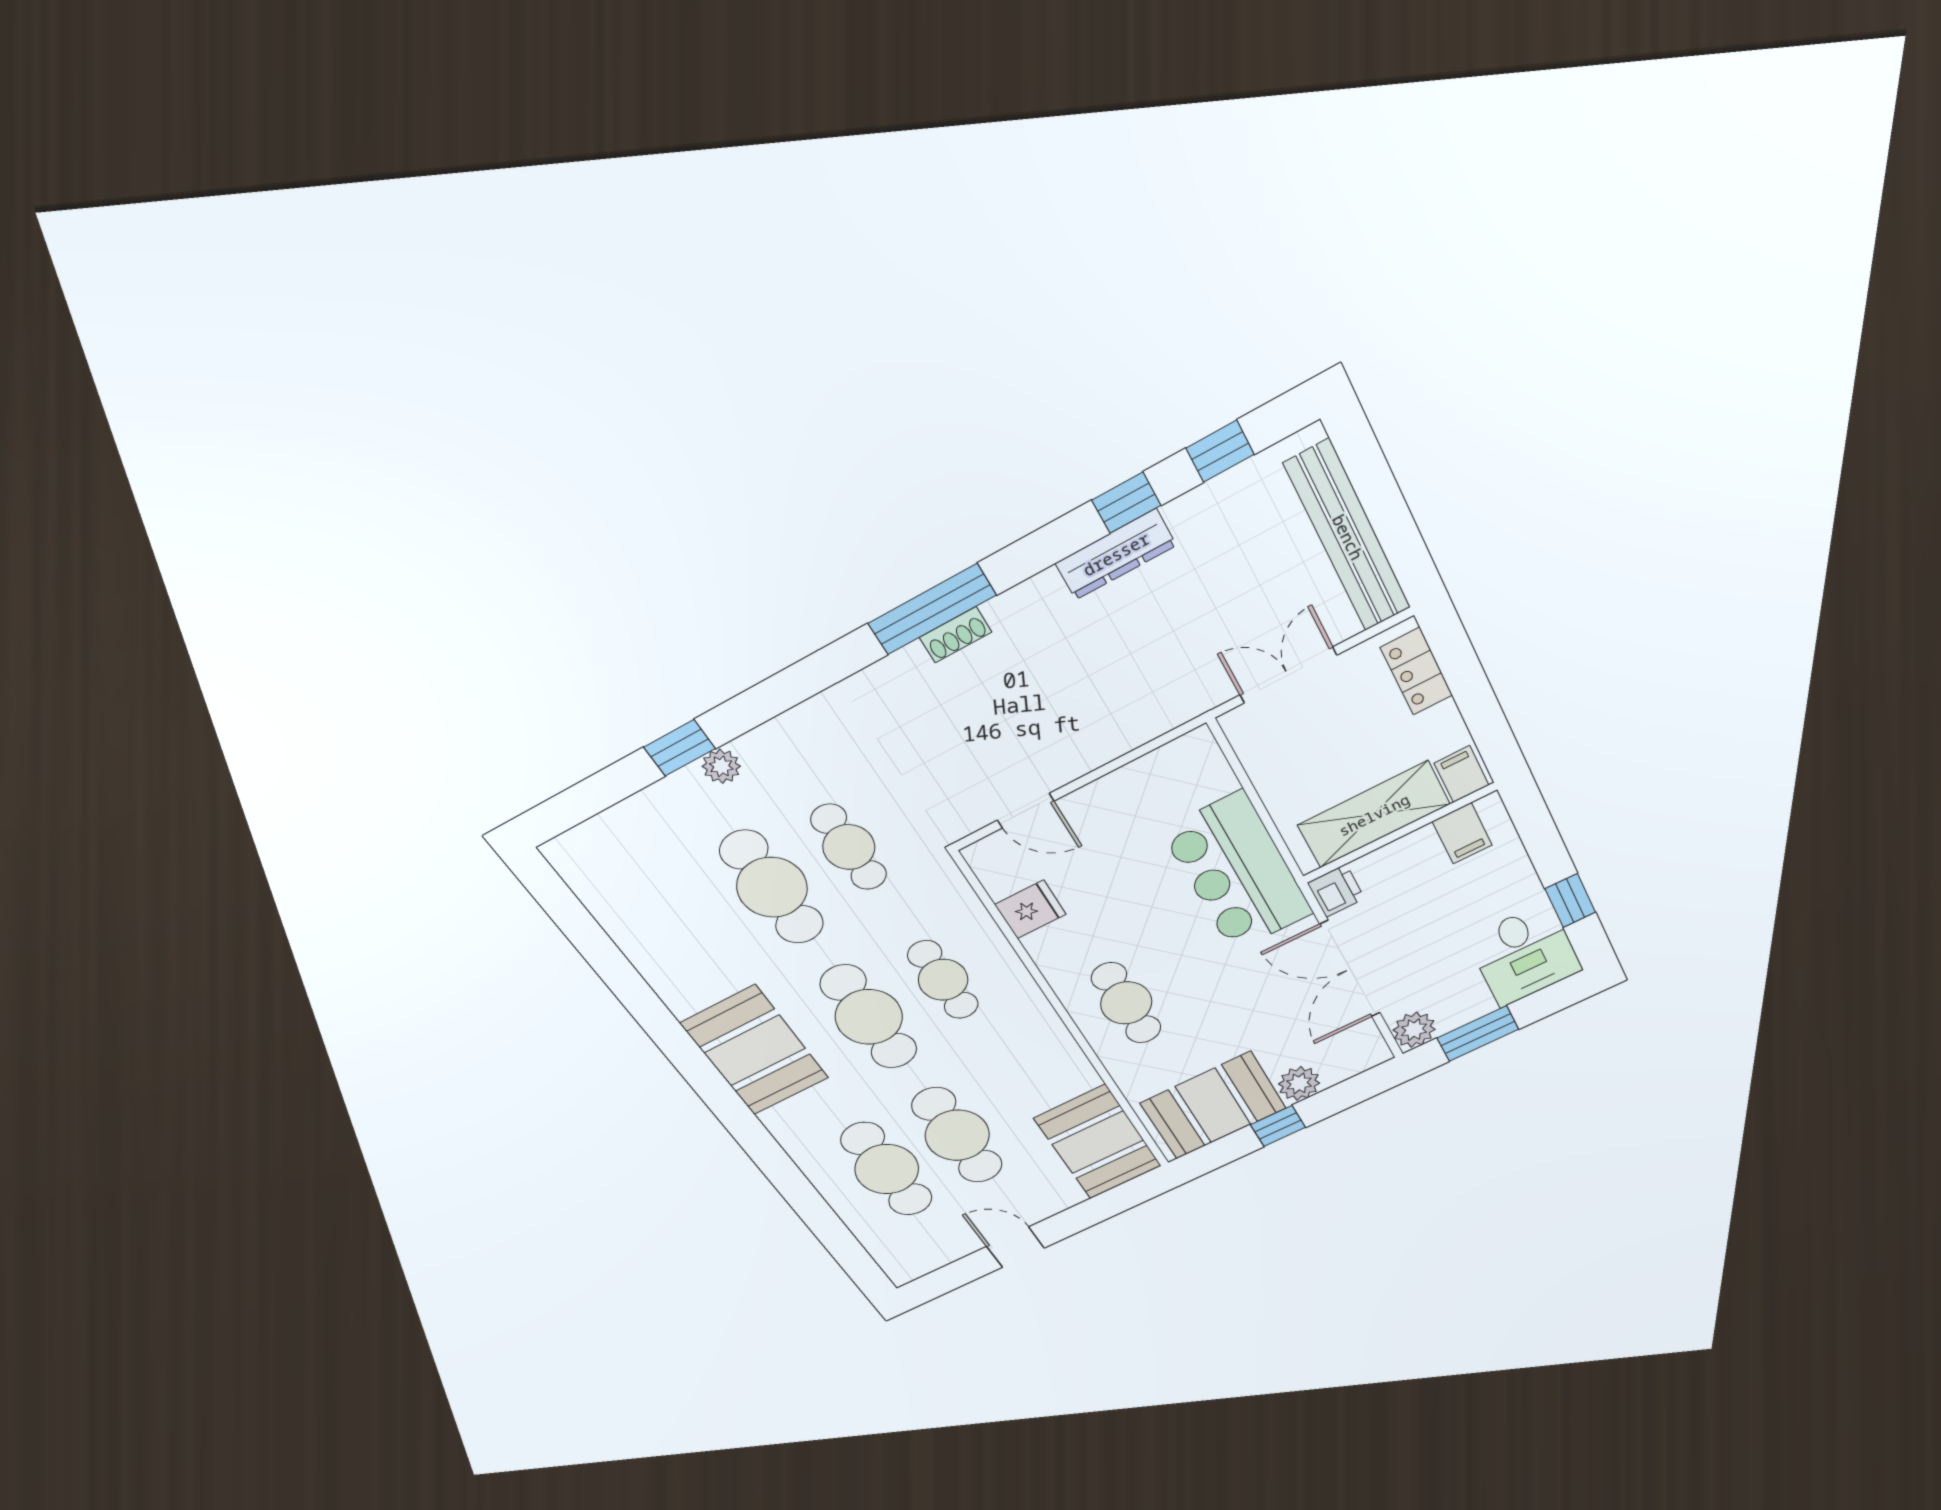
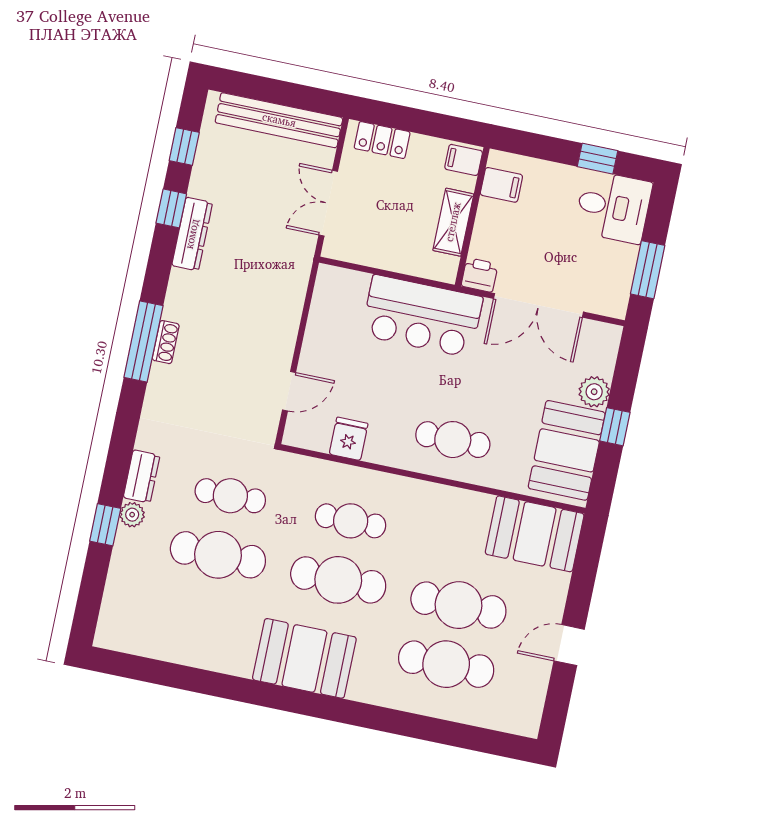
dresser: (774, 740) -> (142, 476), added
shelving: (1374, 815) -> (453, 222), width x0.67, depth x0.75
plant: (1414, 1030) -> (613, 302), removed

